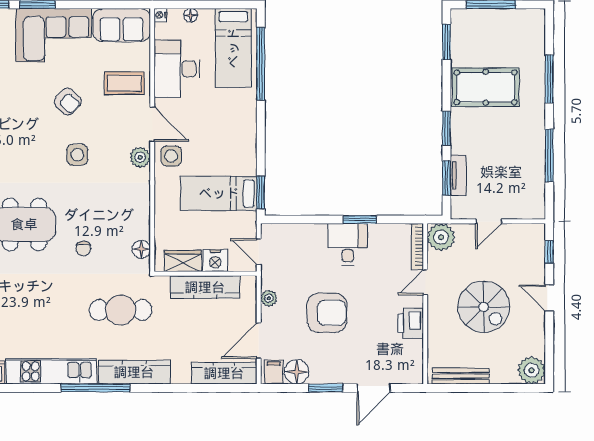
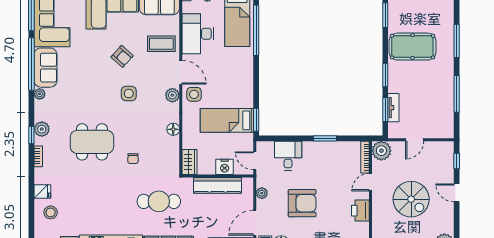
desk: (348, 244) -> (288, 156), moved
floor lamp: (141, 249) -> (173, 129), moved
wardrobe: (183, 261) -> (190, 162), moved, turned 90

